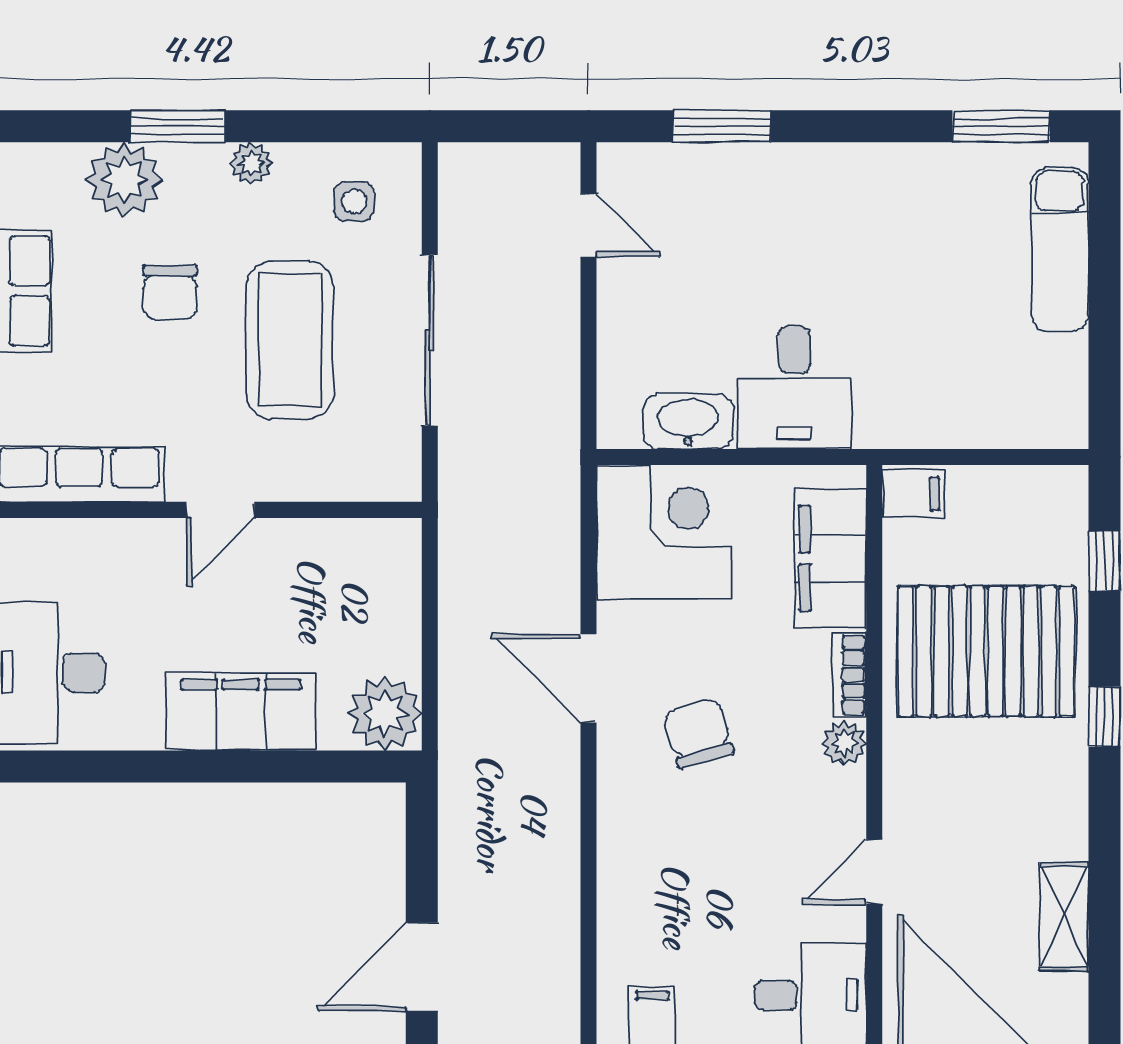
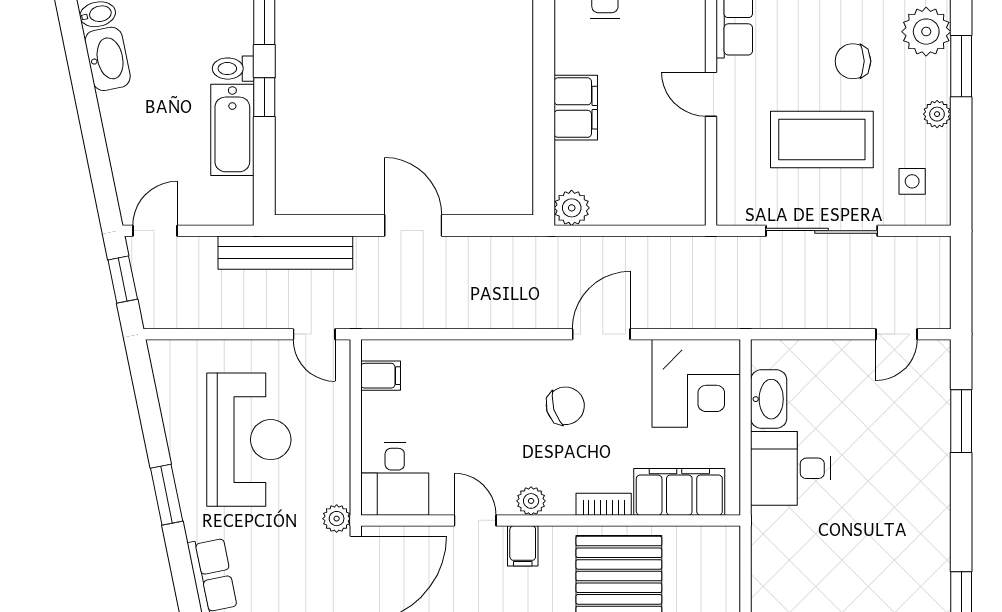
filing cabinet: (913, 494) -> (523, 546), moved
filing cabinet: (241, 712) -> (576, 108), width x0.67, depth x0.86
plant: (385, 714) -> (572, 208), width x0.73, depth x0.73
plant: (844, 743) -> (531, 501), moved

